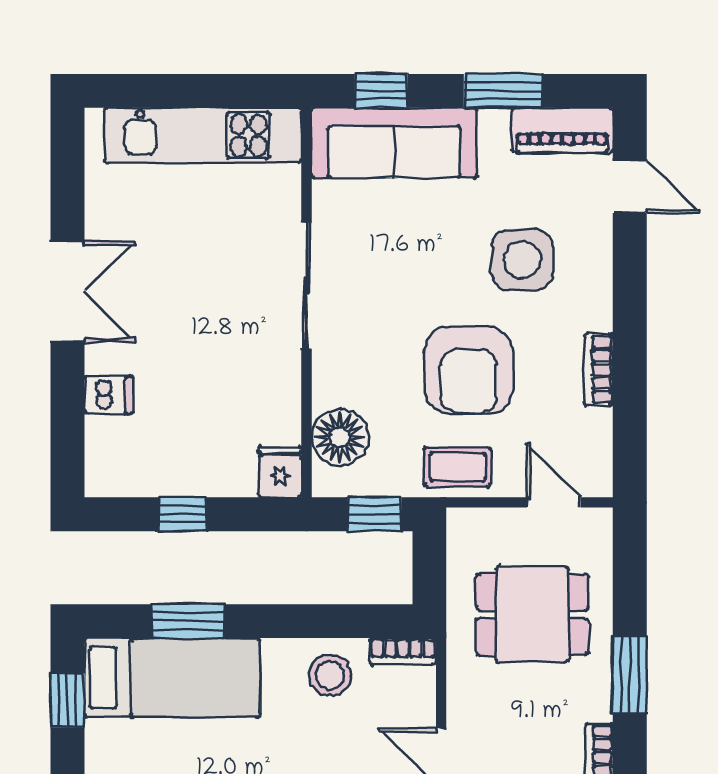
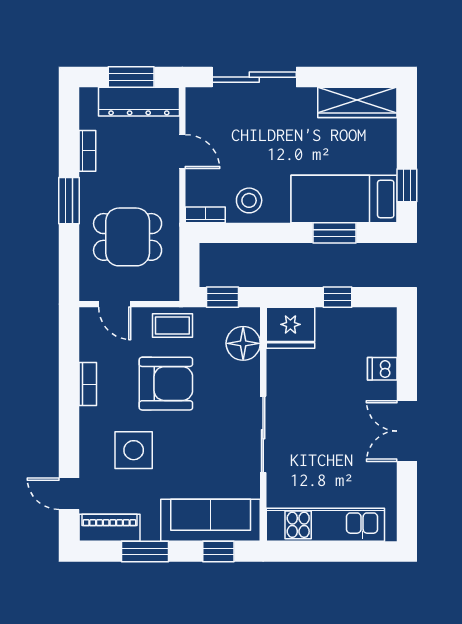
armchair: (468, 370) -> (166, 384), turned 90
fridge: (280, 472) -> (290, 328), width x1.88, depth x1.34

